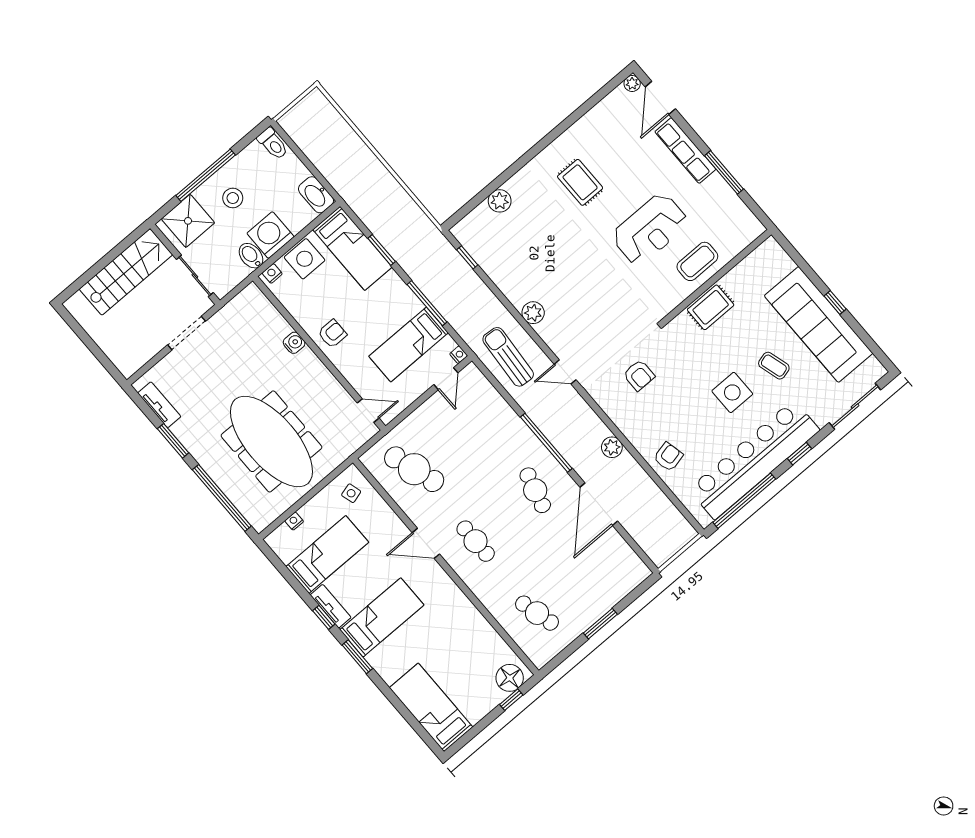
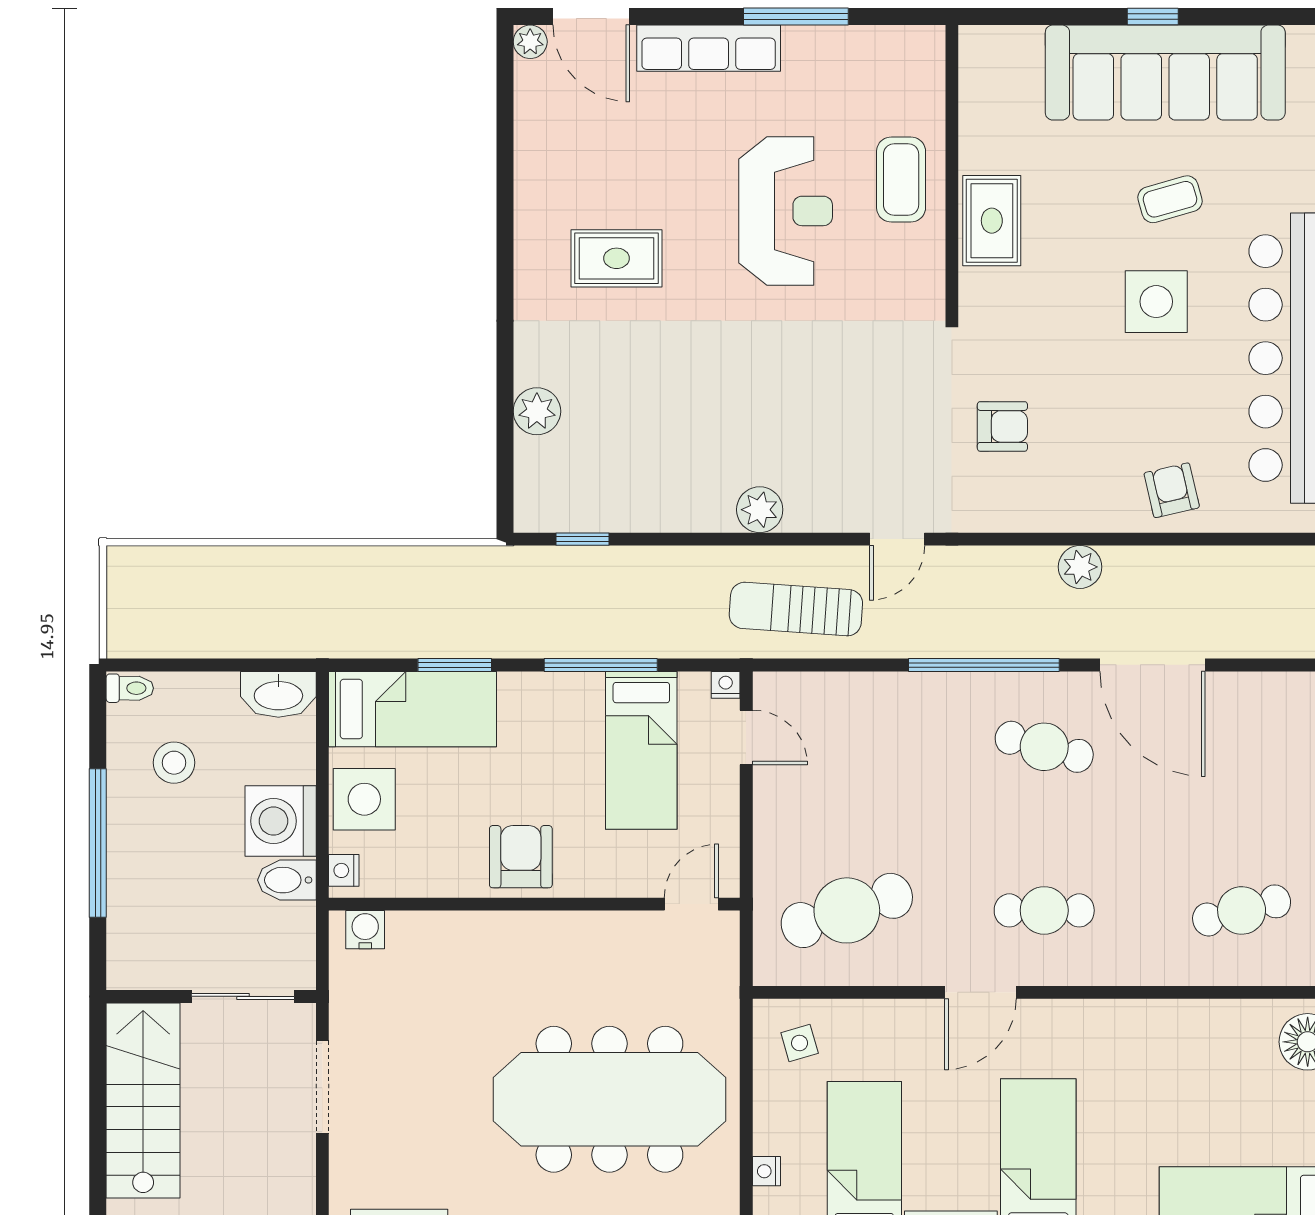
toilet: (273, 144) -> (130, 688), width x0.73, depth x0.72
stool: (233, 198) -> (174, 763), moved
shower: (188, 221) -> (146, 933), removed
armchair: (332, 334) -> (521, 857), width x1.38, depth x1.38
water cooler: (294, 343) -> (365, 930), moved

